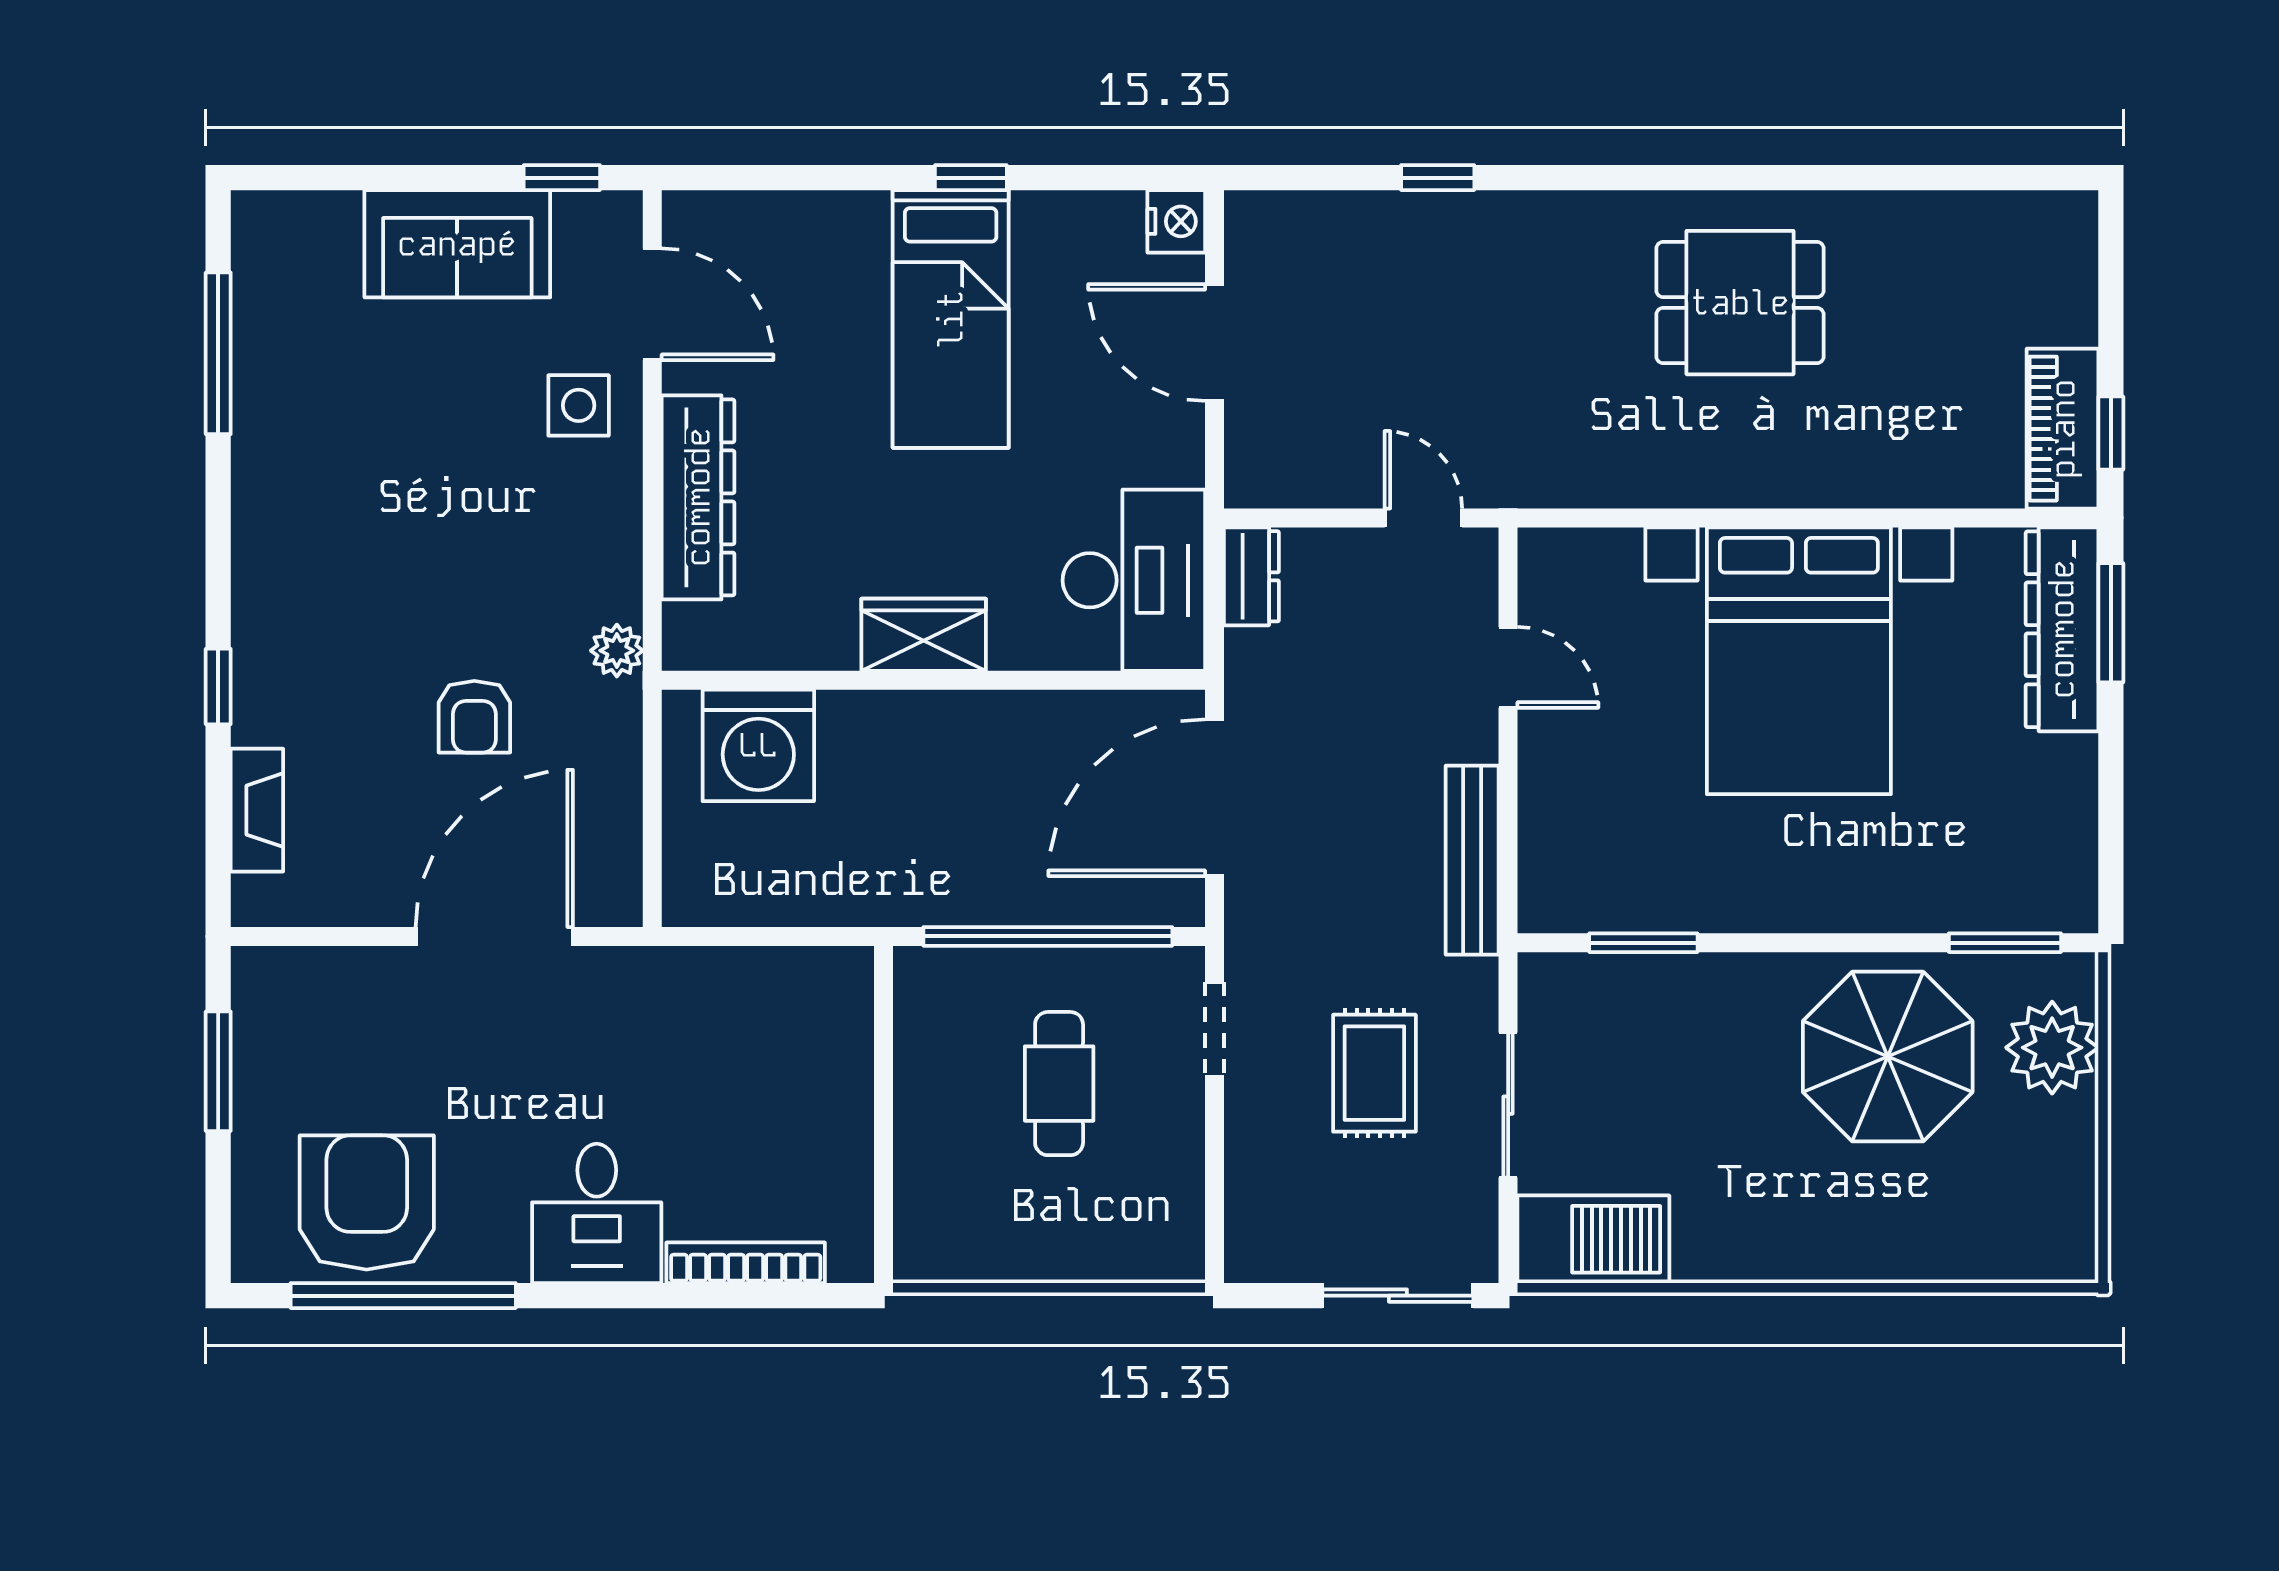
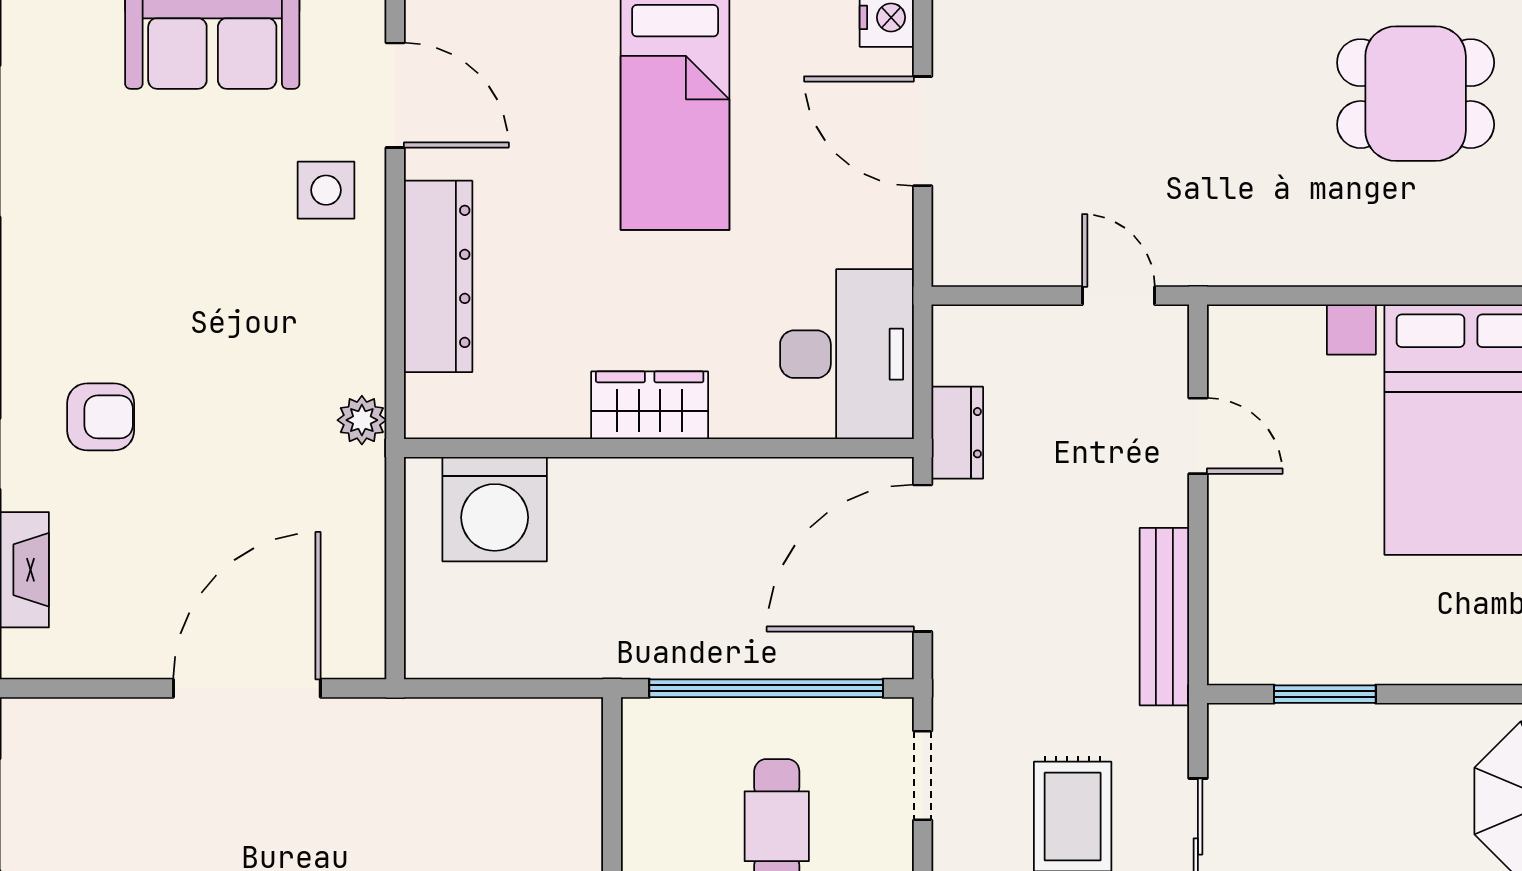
dresser: (1251, 576) -> (957, 433), moved
armchair: (474, 717) -> (101, 417), moved, turned -90

